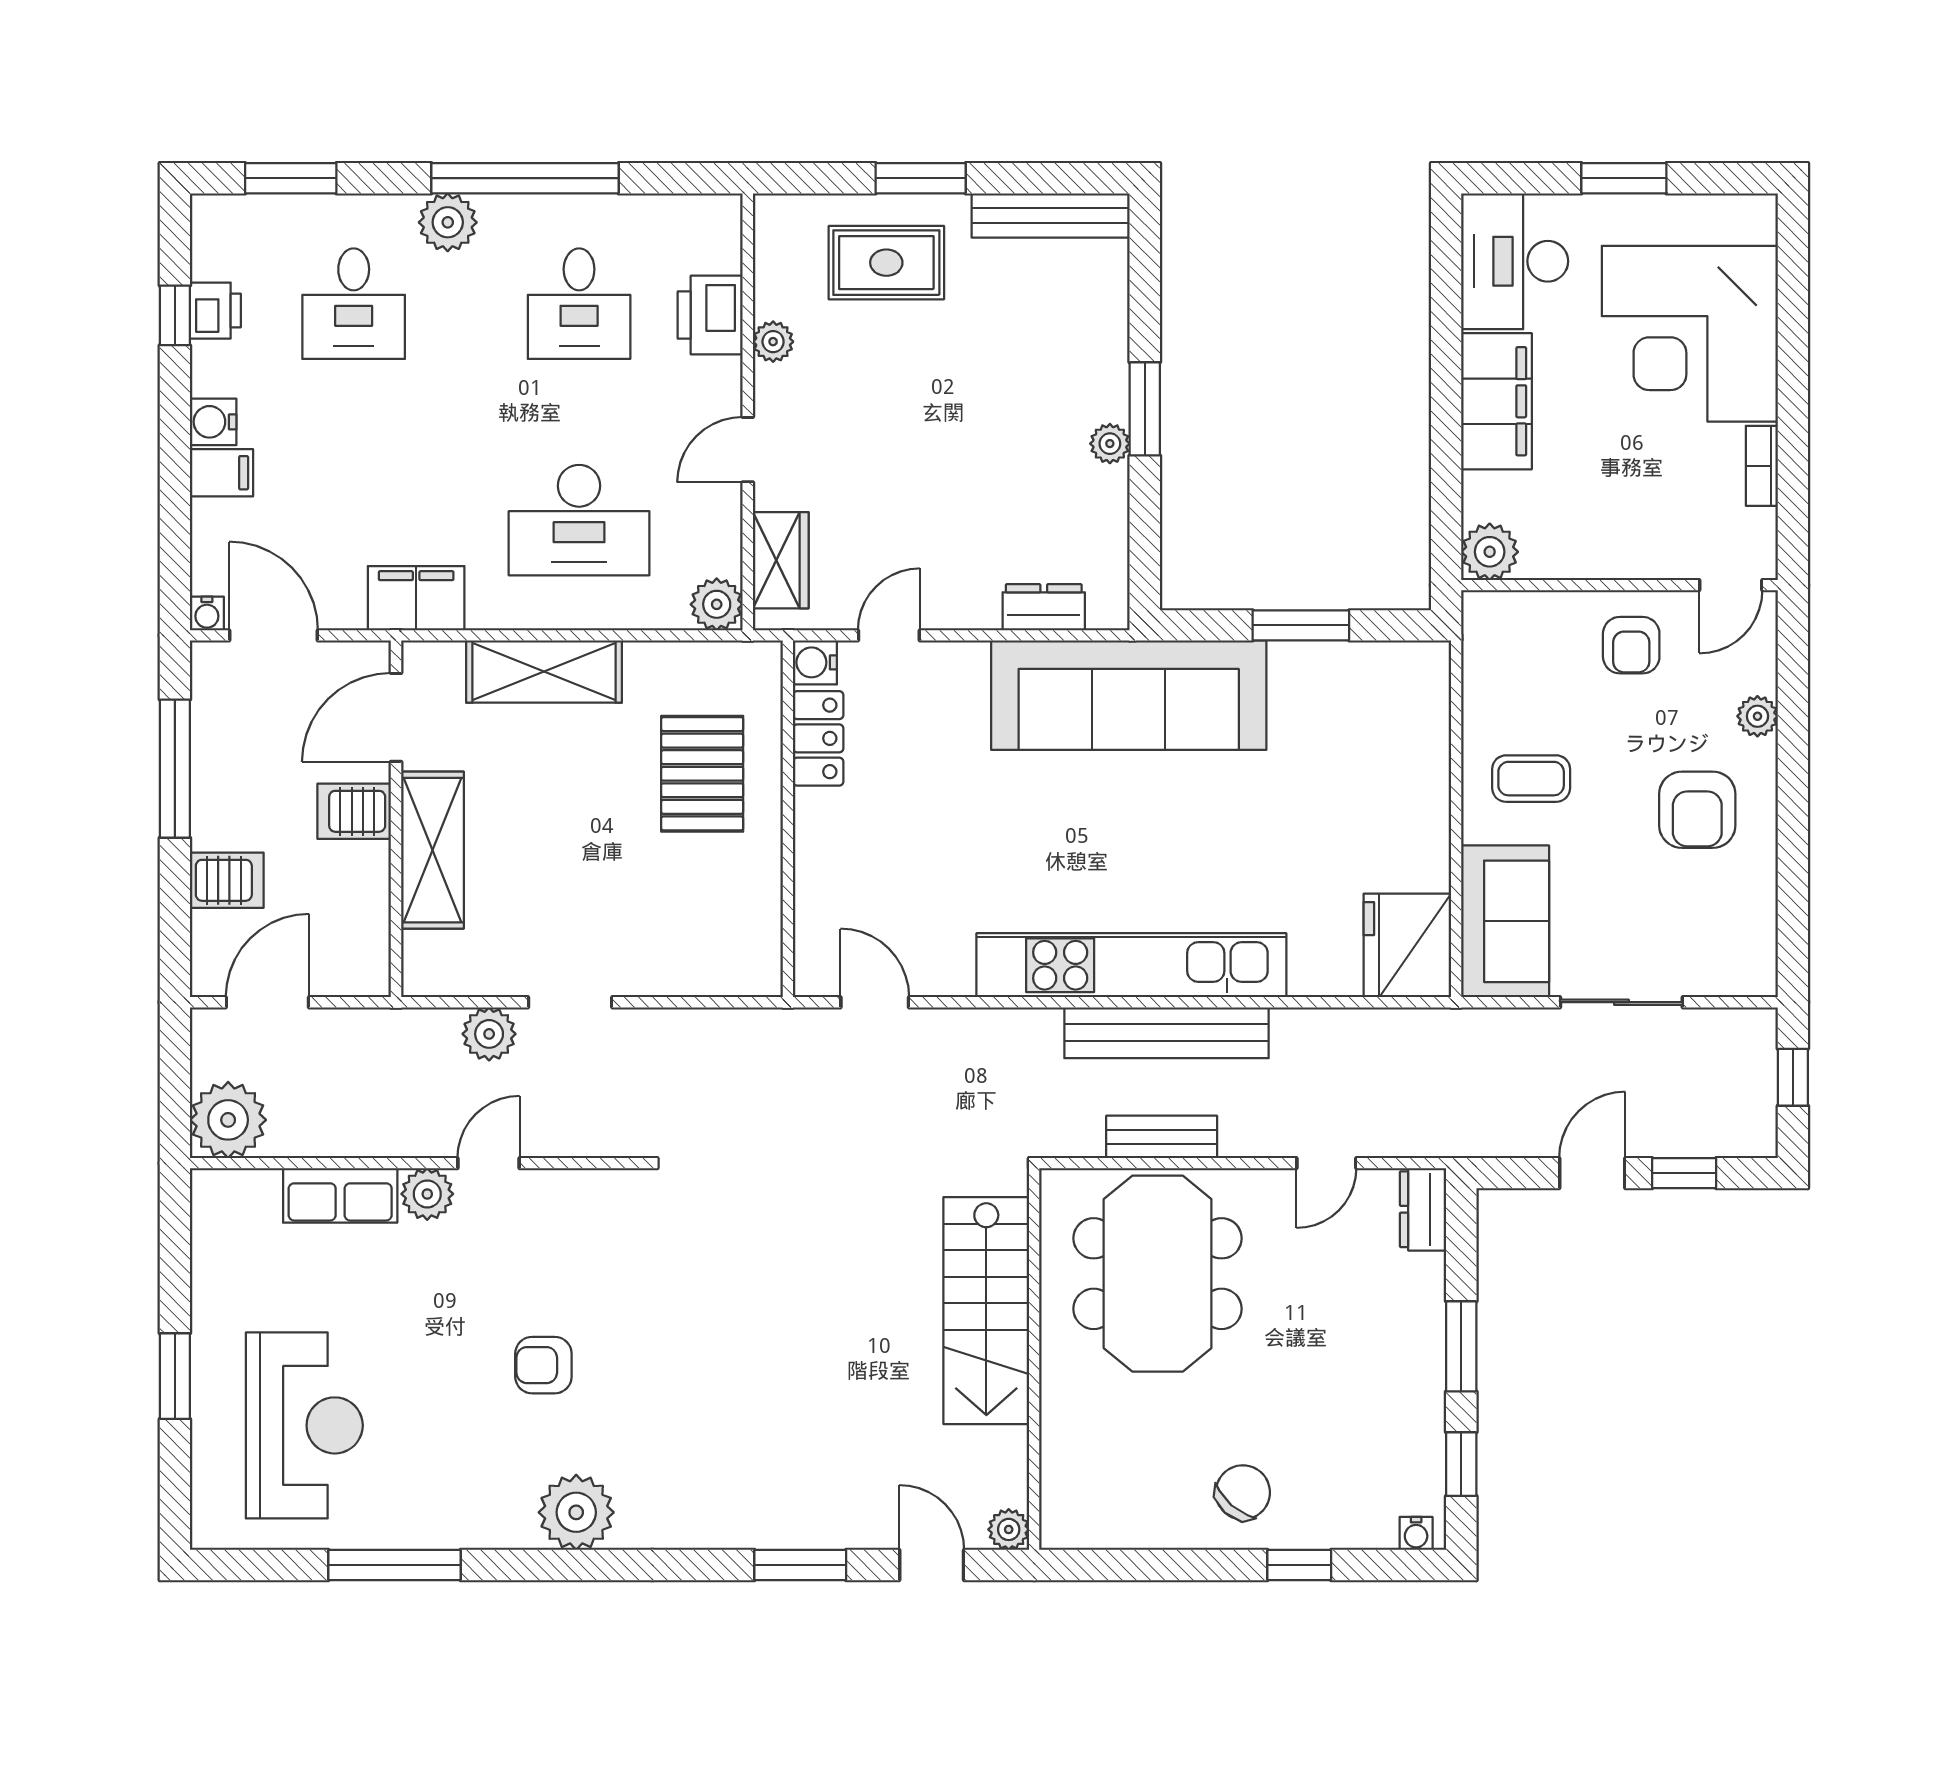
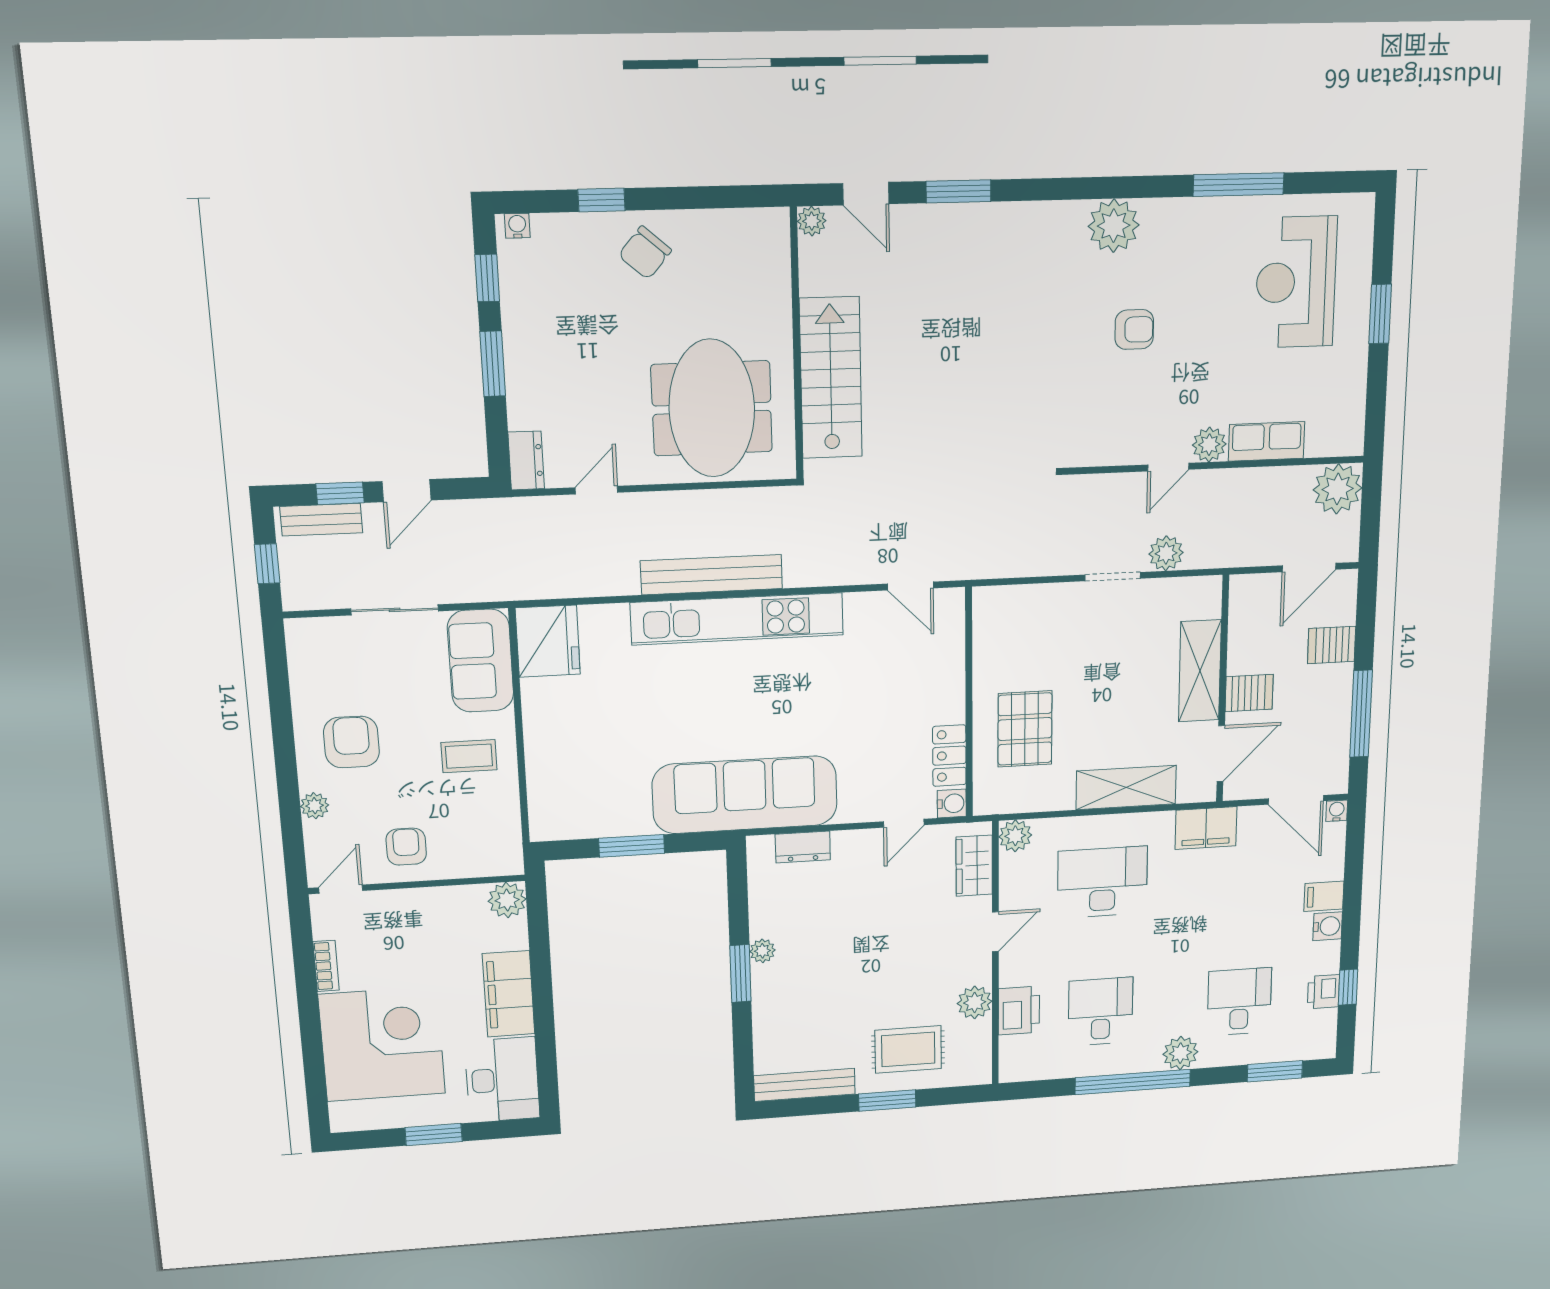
plant: (773, 342) -> (975, 1002), width x1.38, depth x1.38
bench: (1162, 1137) -> (321, 520), moved

